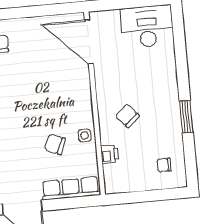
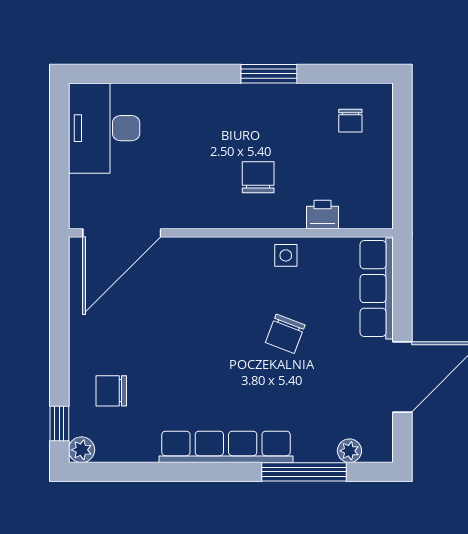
chair: (127, 116) -> (258, 177), turned 132
chair: (55, 144) -> (285, 334), moved

